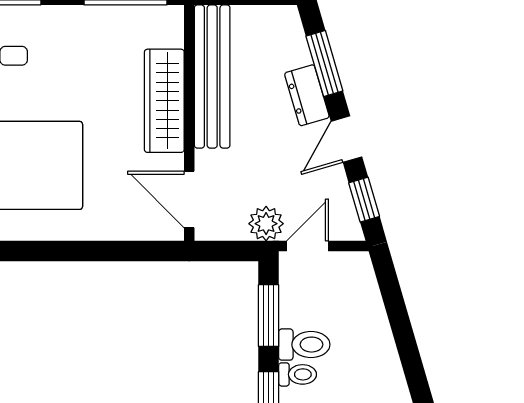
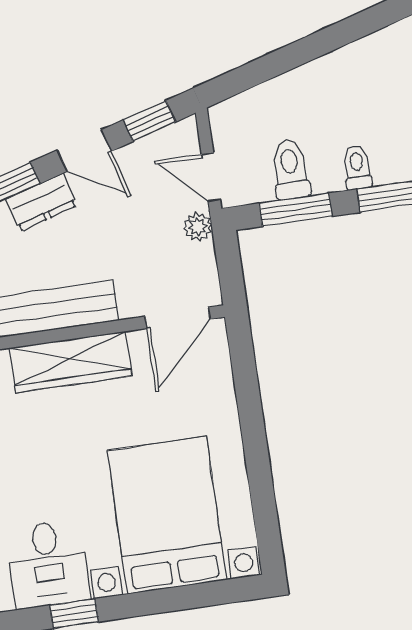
plant: (266, 224) -> (198, 227), width x0.73, depth x0.73
toilet: (304, 345) -> (290, 169), moved

